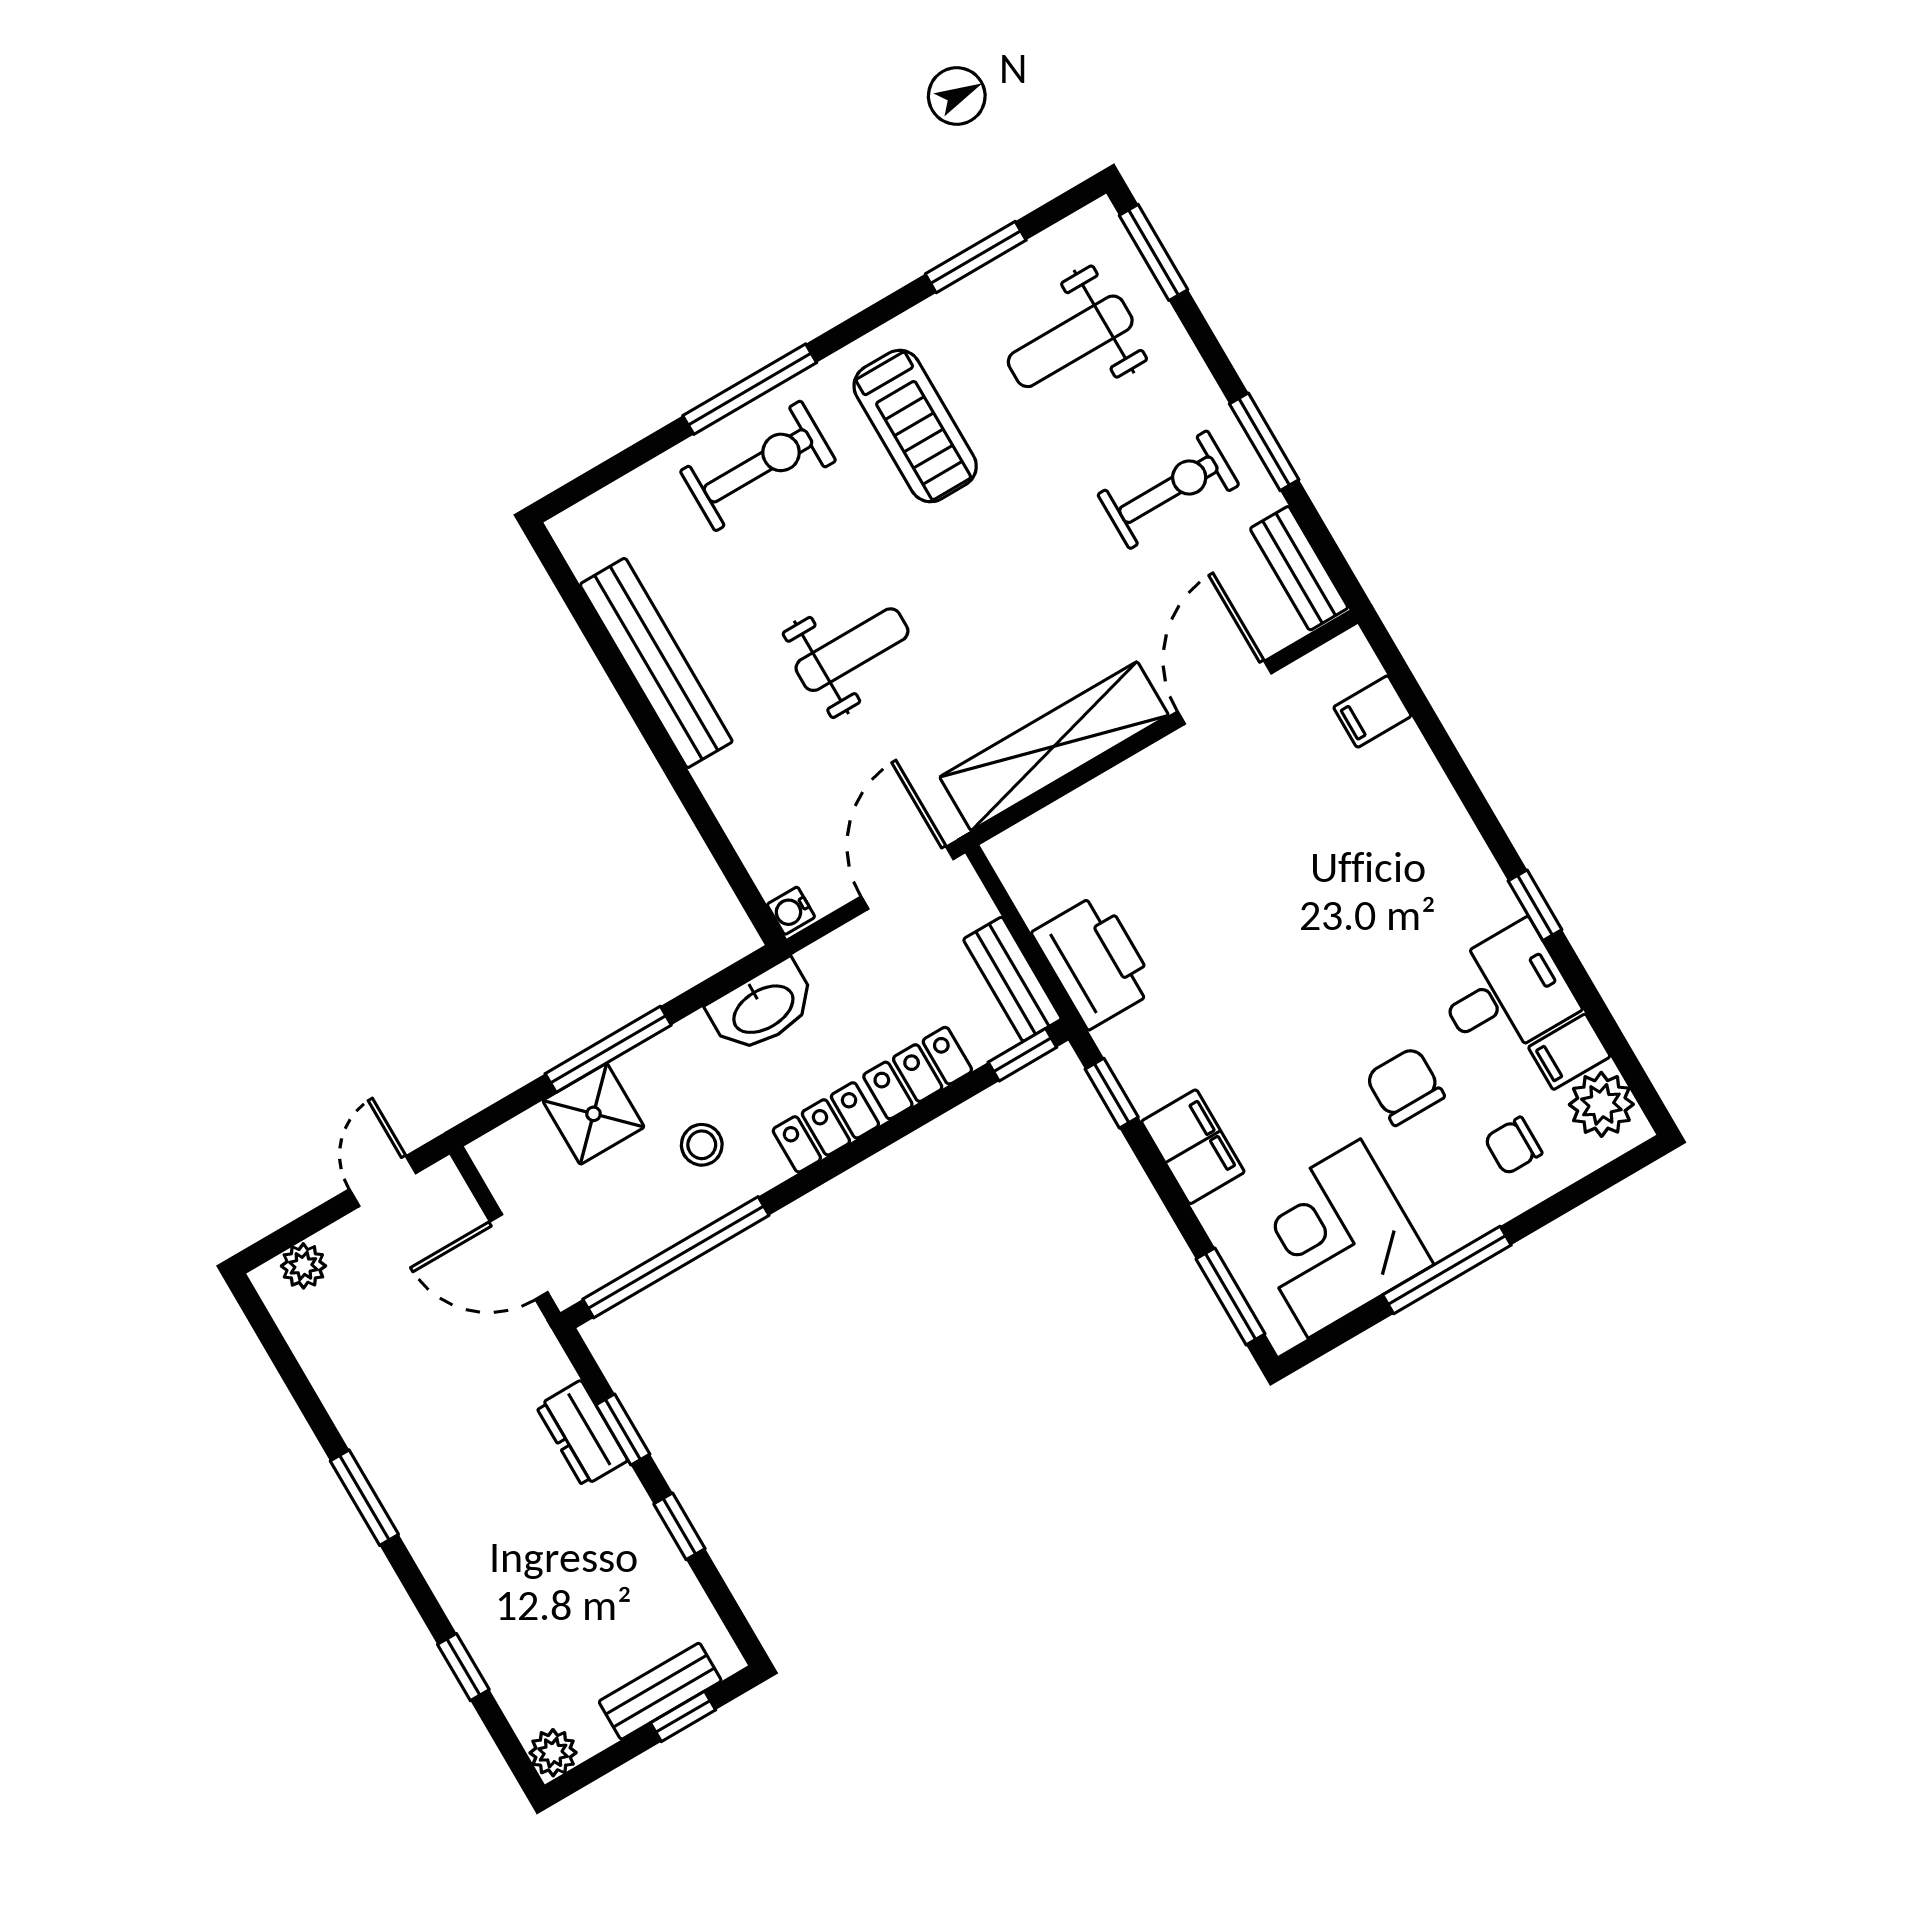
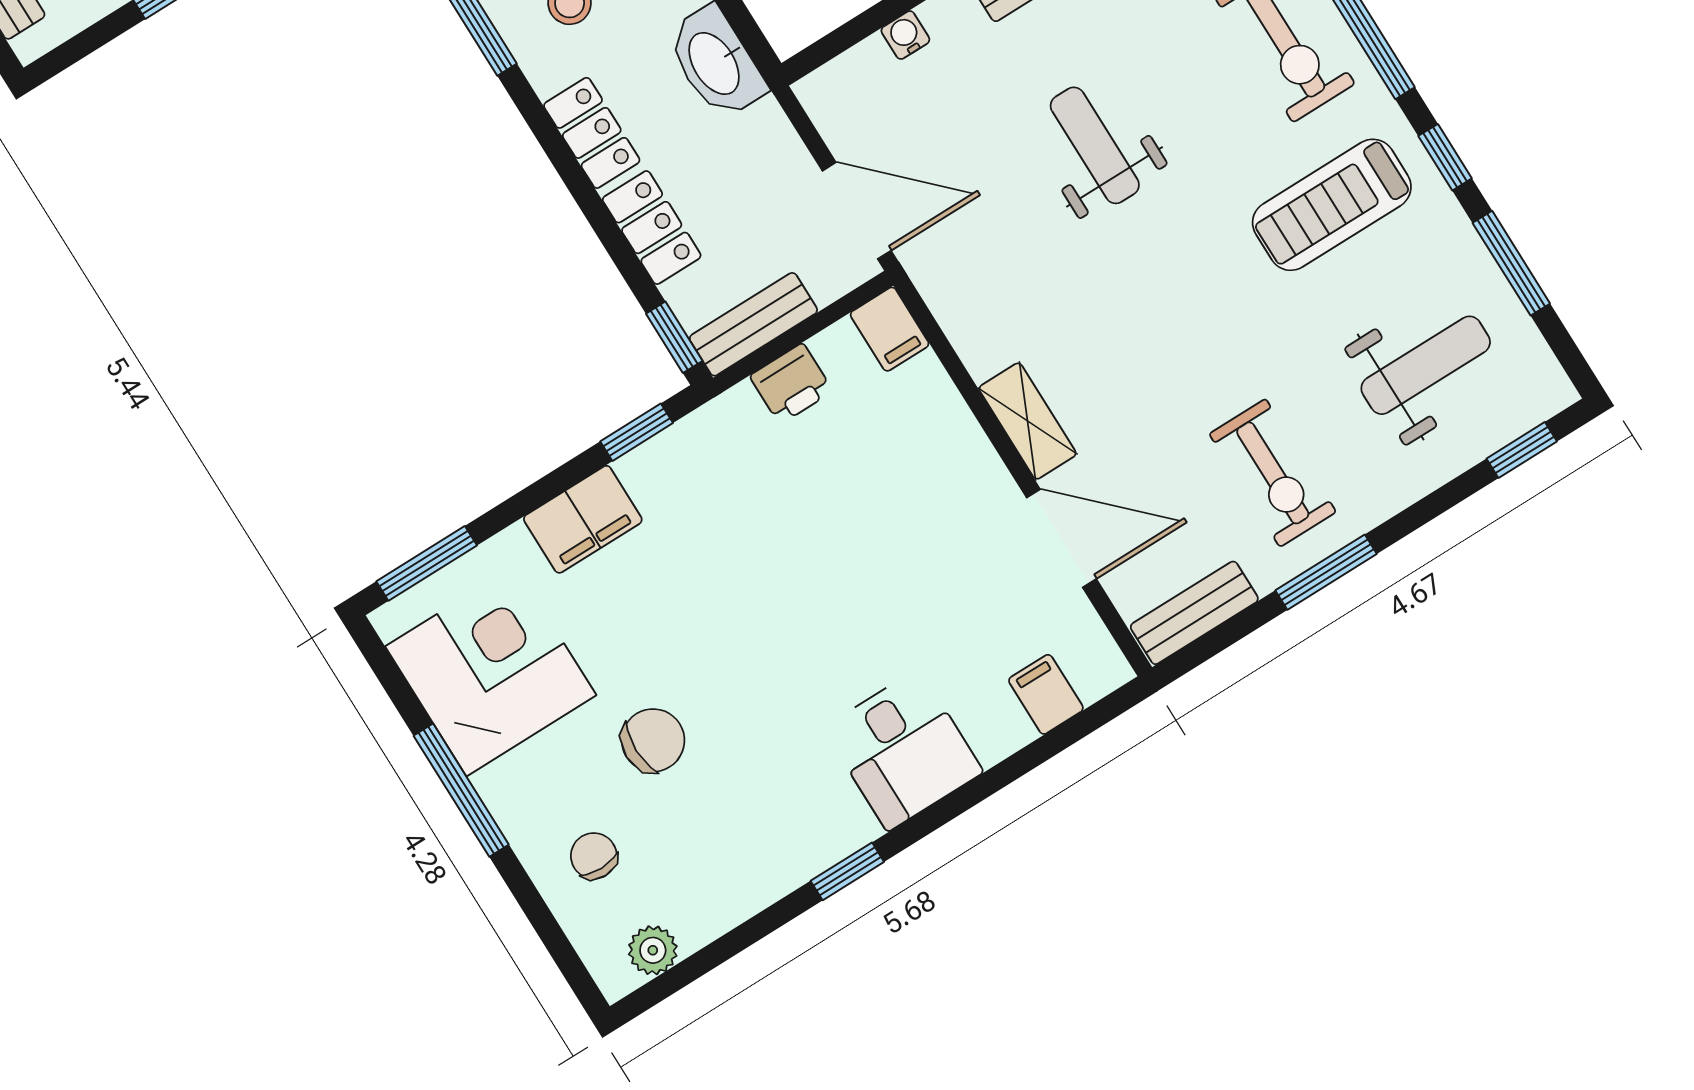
window: (1154, 252) -> (1522, 450), width x0.67
window: (873, 317) -> (1445, 157), added
weight bench: (1070, 341) -> (1426, 365), turned 90
weight bench: (852, 650) -> (1095, 145), turned 180
shelving: (1054, 746) -> (1028, 421), width x0.45, depth x0.75
water cooler: (791, 911) -> (905, 35), moved
printer: (1095, 961) -> (791, 384), width x0.53, depth x0.68
desk: (1505, 992) -> (903, 750), moved
filing cabinet: (1569, 1052) -> (890, 329), moved, turned 180
plant: (1601, 1104) -> (653, 950), width x0.73, depth x0.73

